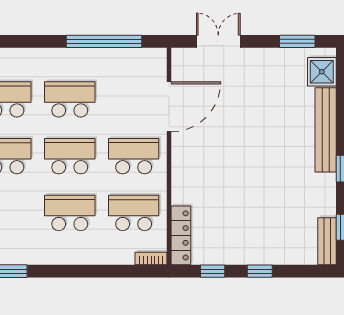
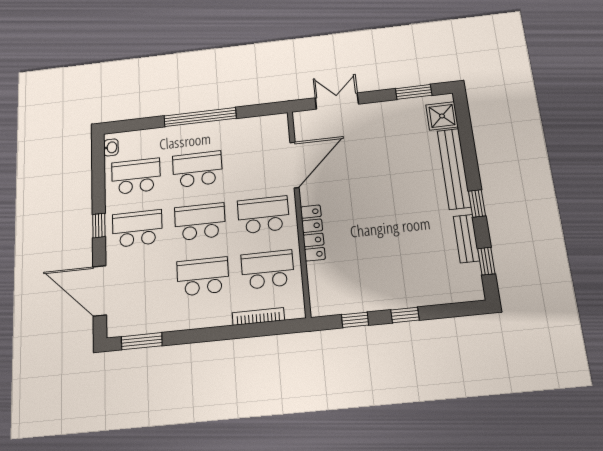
window: (104, 41) -> (200, 117), moved
locker: (181, 235) -> (313, 233), moved
bench: (327, 241) -> (466, 239), moved
bookcase: (151, 259) -> (258, 317), moved, width x1.56

